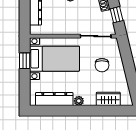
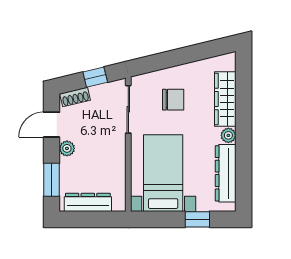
window: (25, 61) -> (197, 219), moved
wardrobe: (108, 99) -> (225, 99), width x1.50

